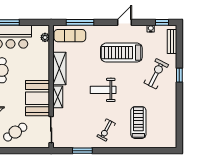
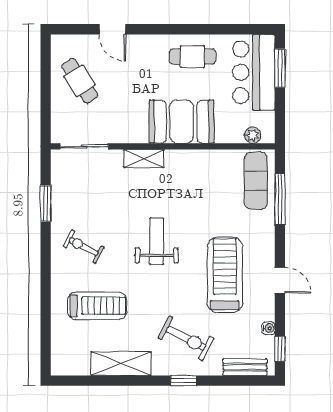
shelving: (59, 69) -> (121, 364), moved
booth: (38, 98) -> (182, 122), moved

